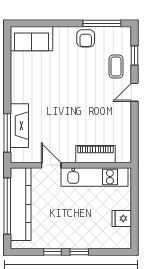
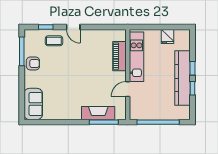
kitchen counter: (21, 204) -> (183, 78), moved, turned -90

